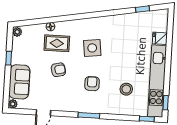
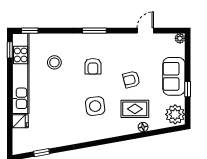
plant: (17, 32) -> (175, 114), width x1.88, depth x1.88
sofa: (19, 82) -> (174, 76), moved

